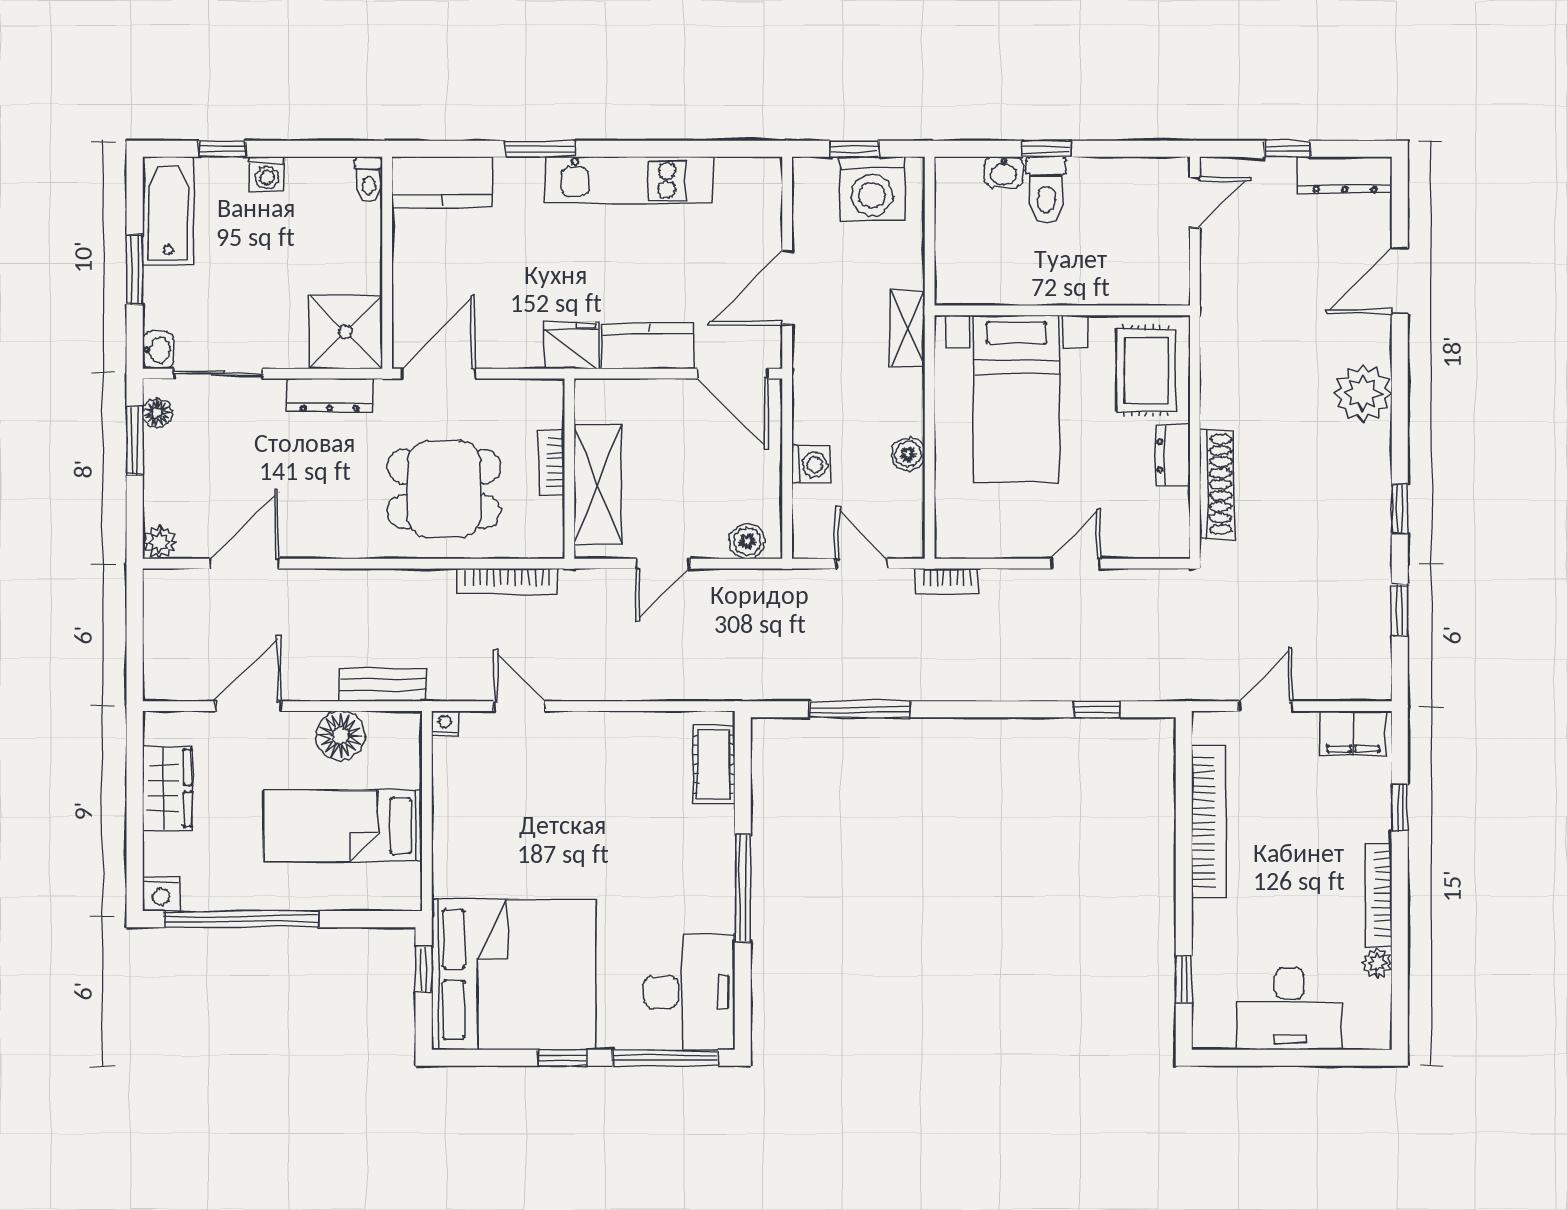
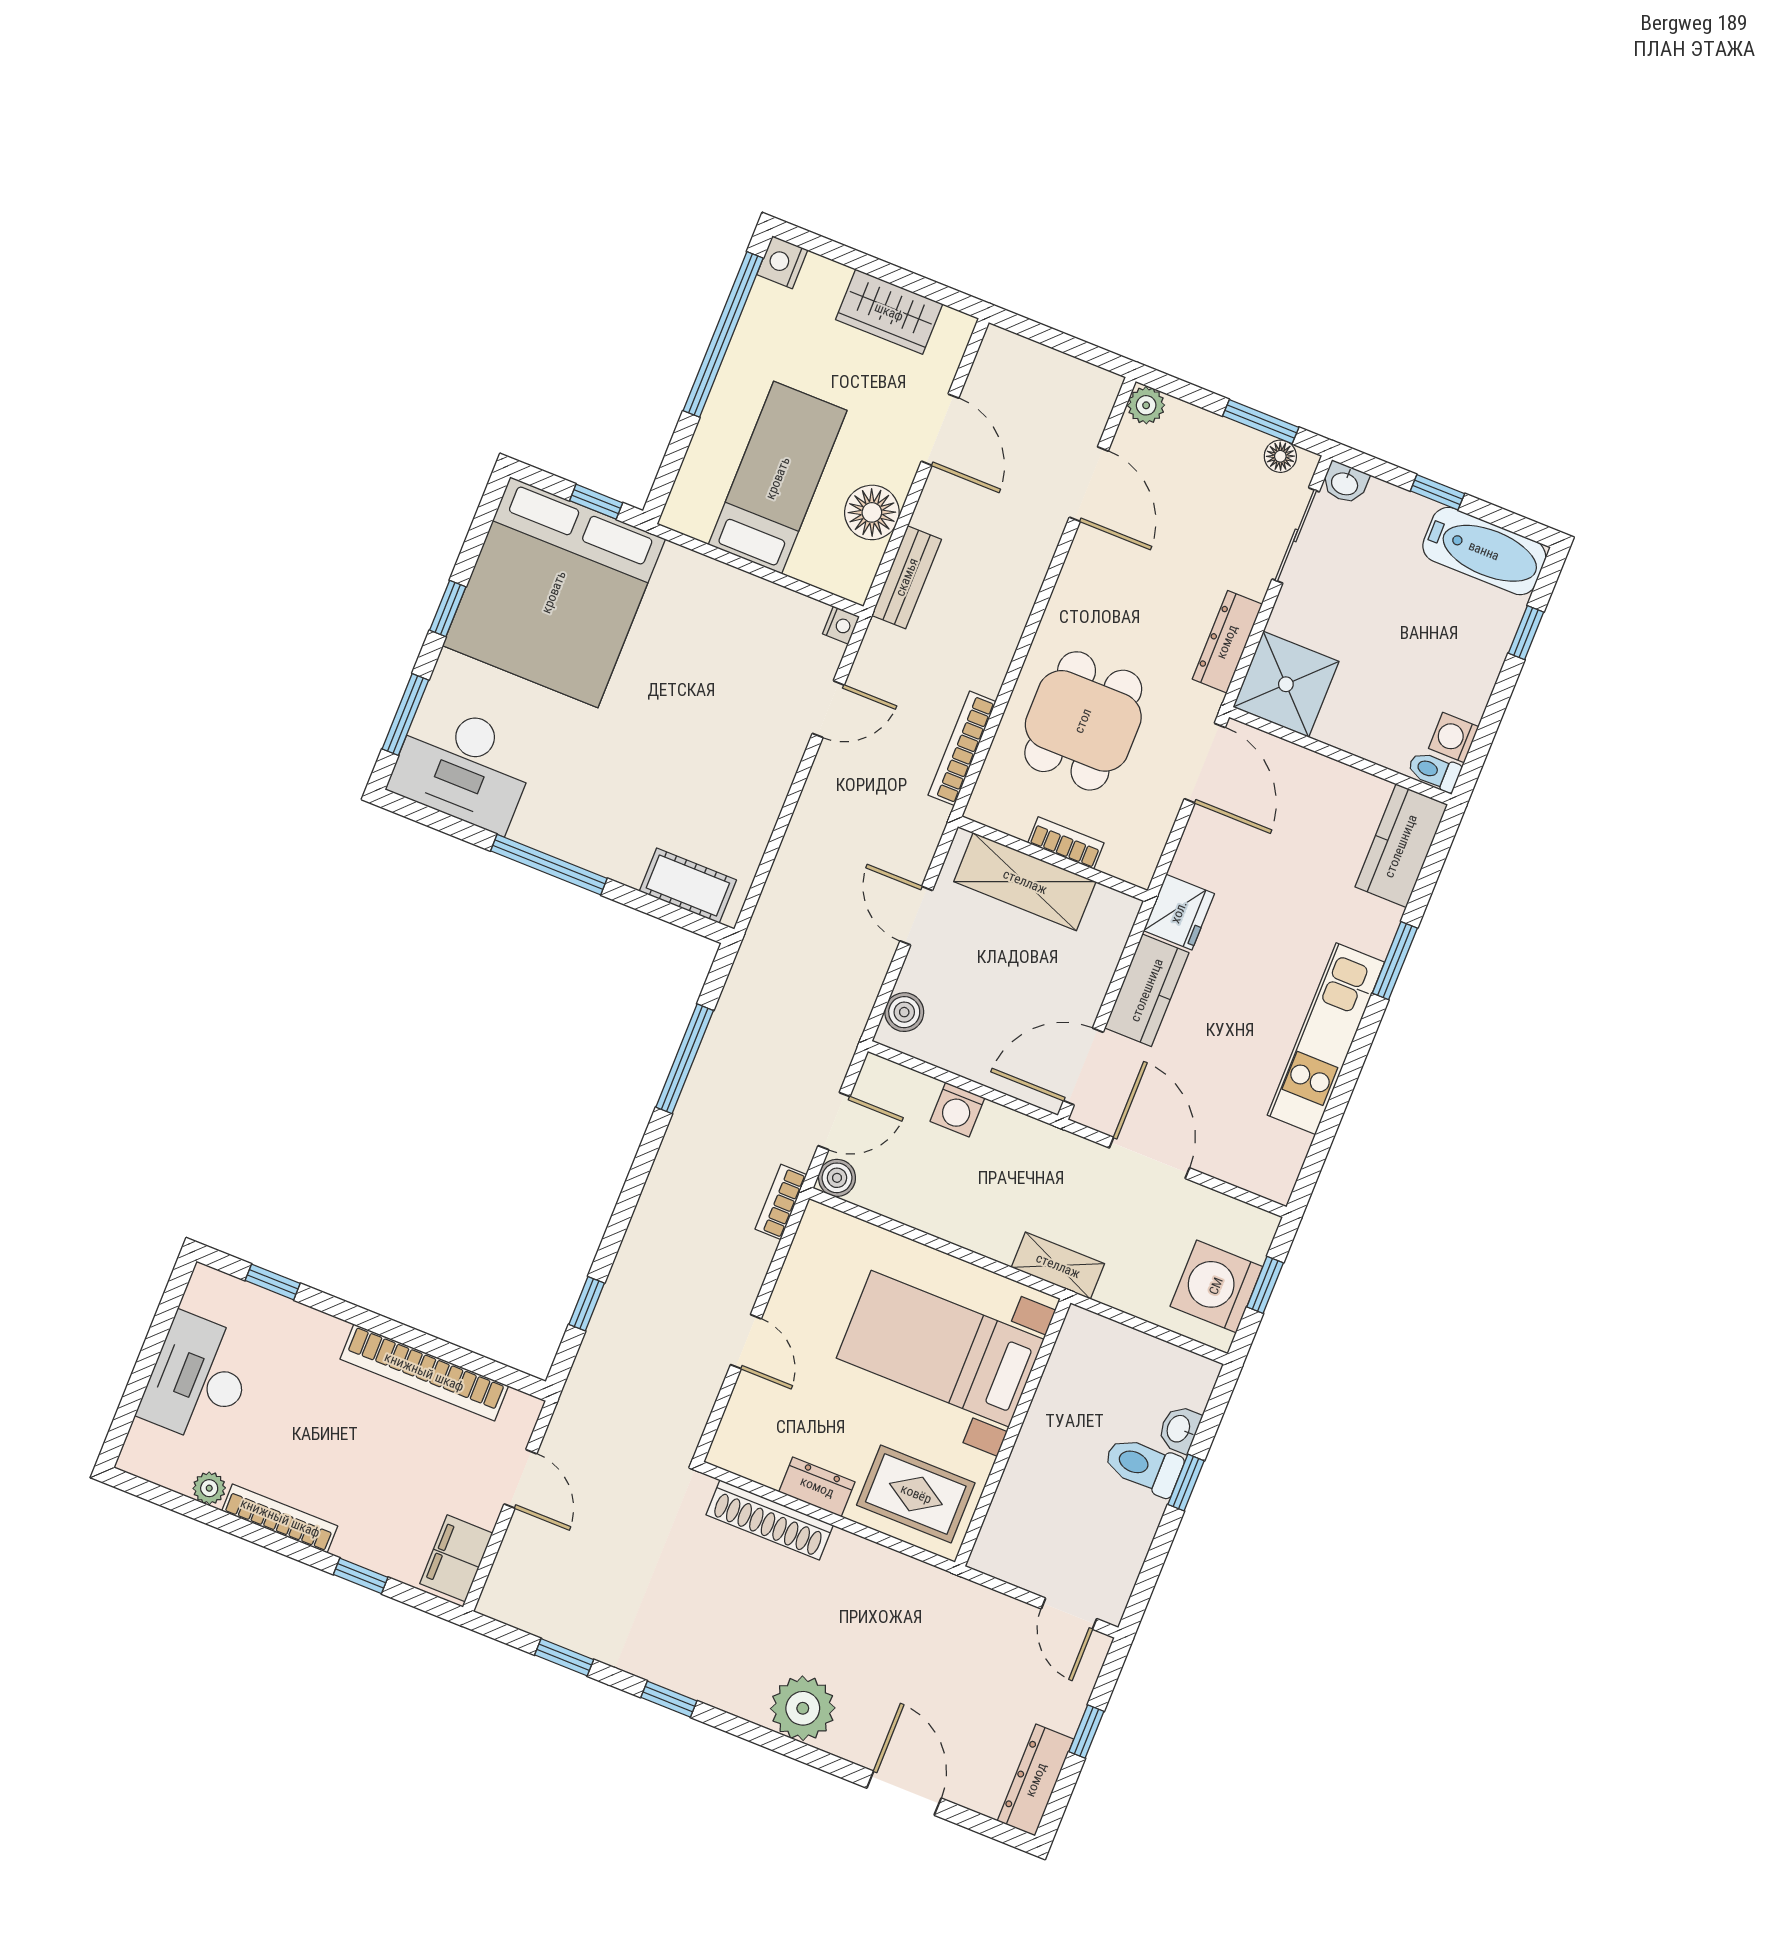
washing machine: (267, 174) -> (1454, 737), moved
window: (135, 270) -> (1437, 492), width x0.67
boiler: (908, 454) -> (837, 1178), moved
window: (665, 1058) -> (405, 715), width x0.69

